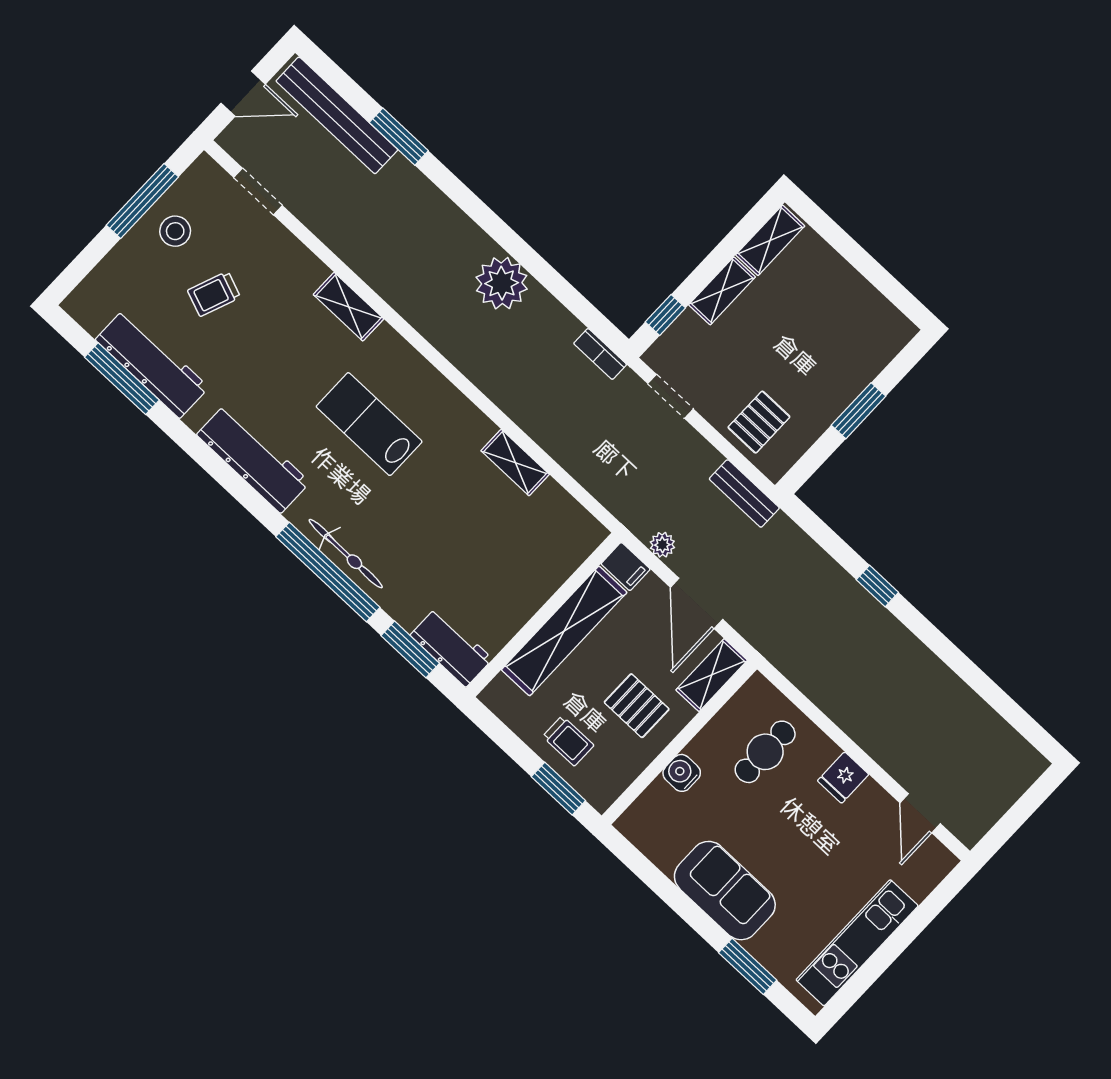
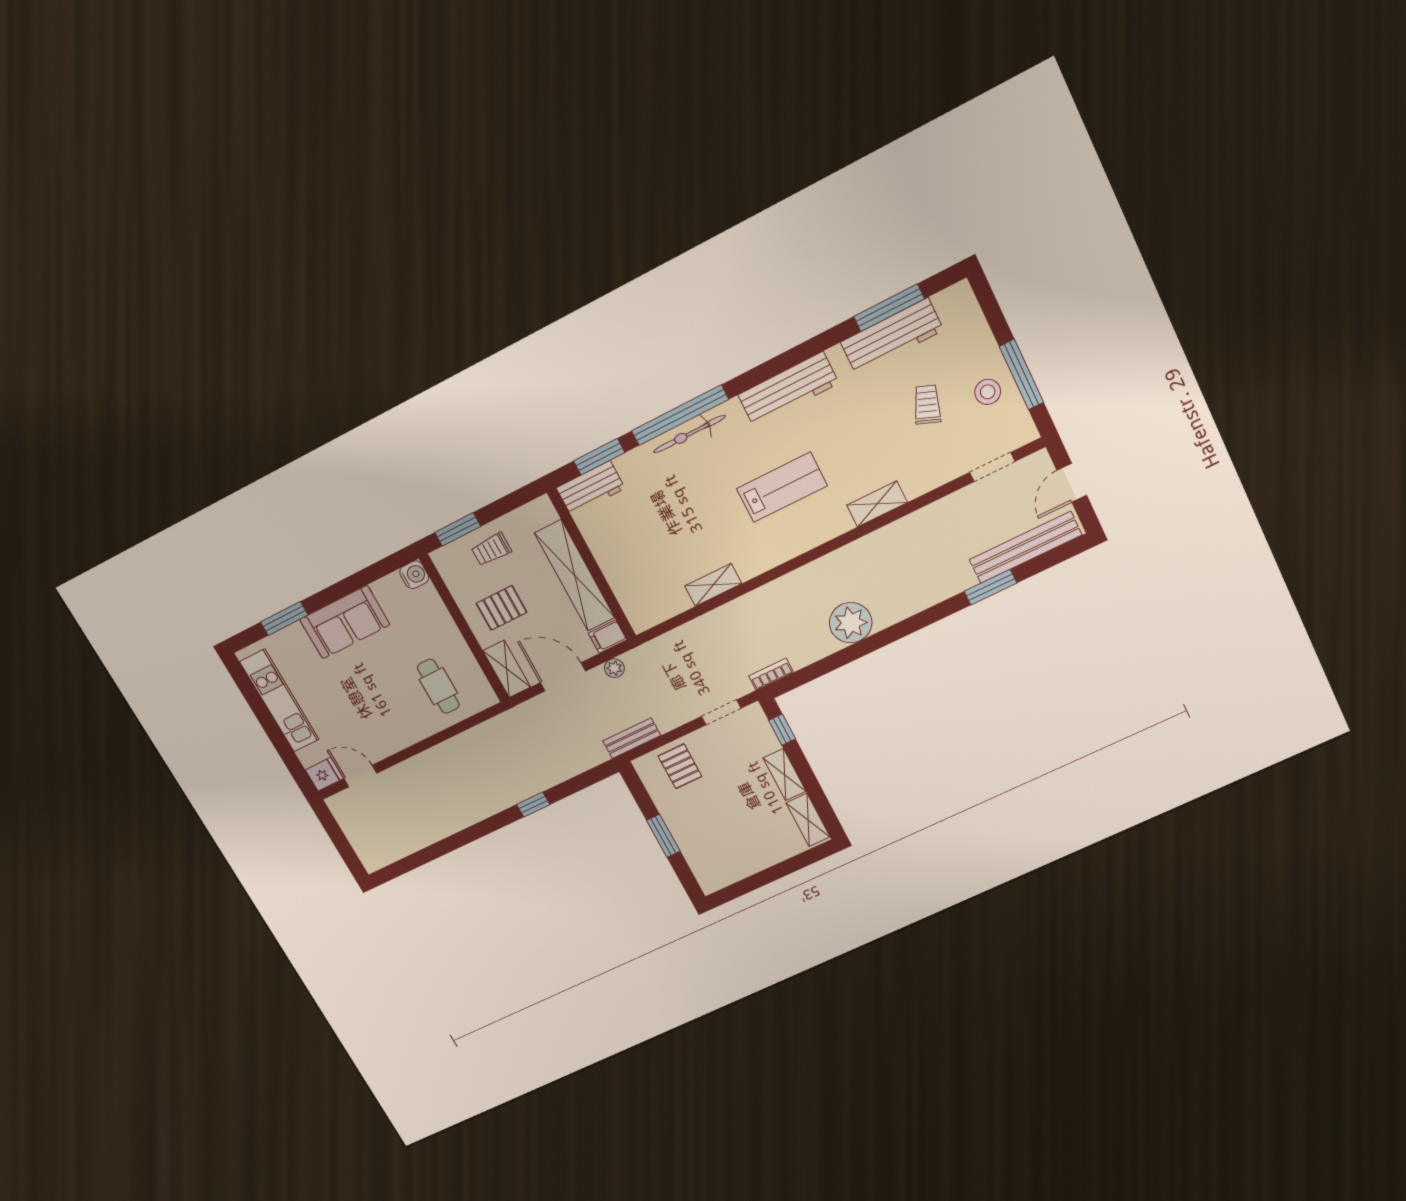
water cooler: (682, 773) -> (414, 575), moved
fridge: (843, 778) -> (324, 774), moved, turned 90

